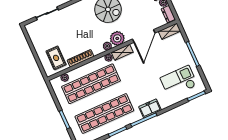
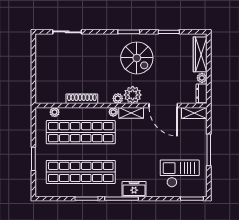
door: (144, 36) -> (163, 105), hinge flipped
rug: (56, 58) -> (55, 86), removed

